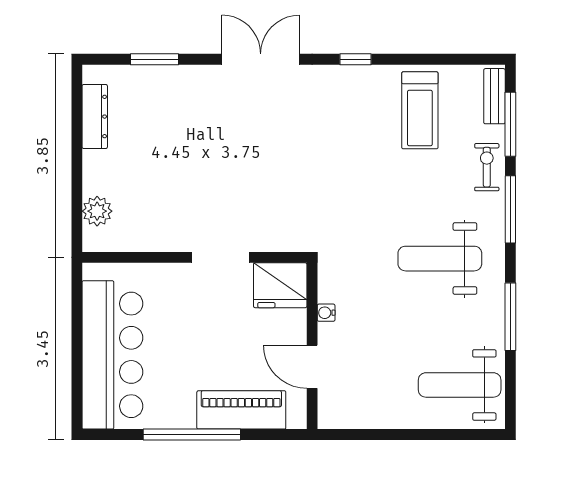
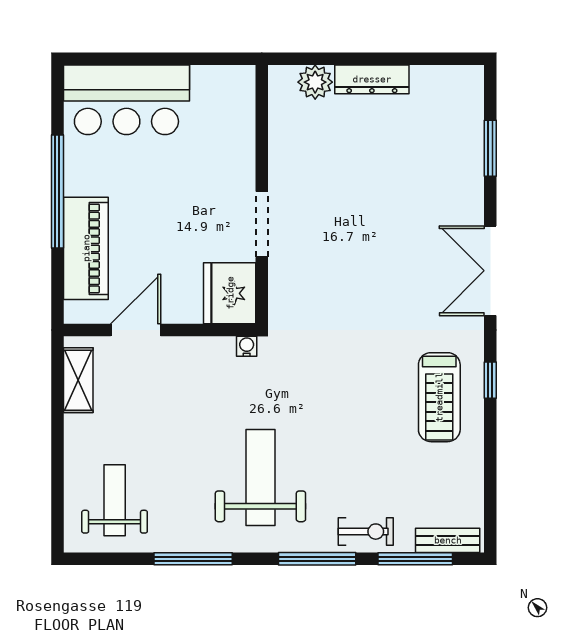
double door: (261, 59) -> (490, 271), swing flipped
treadmill: (420, 110) -> (439, 397), moved, turned -90
dresser: (95, 117) -> (372, 79), moved
water cooler: (326, 313) -> (247, 346), moved
bar counter: (112, 355) -> (126, 100), width x0.73
weight bench: (460, 385) -> (115, 500), width x0.73, depth x0.75
shelving: (356, 417) -> (78, 380), added

